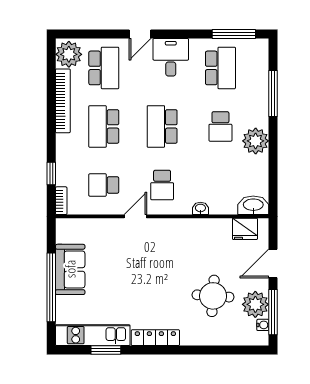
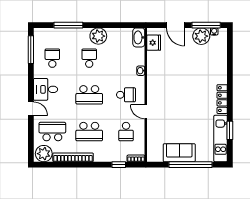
school desk: (220, 68) -> (52, 58), width x0.54
school desk: (220, 126) -> (89, 58), turned -90
round table: (213, 296) -> (196, 63), removed

